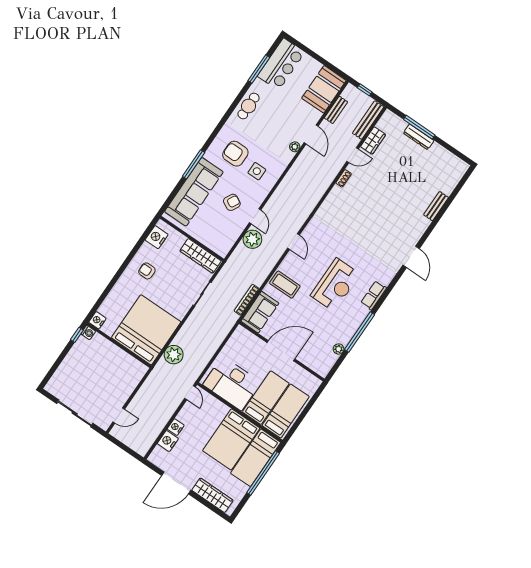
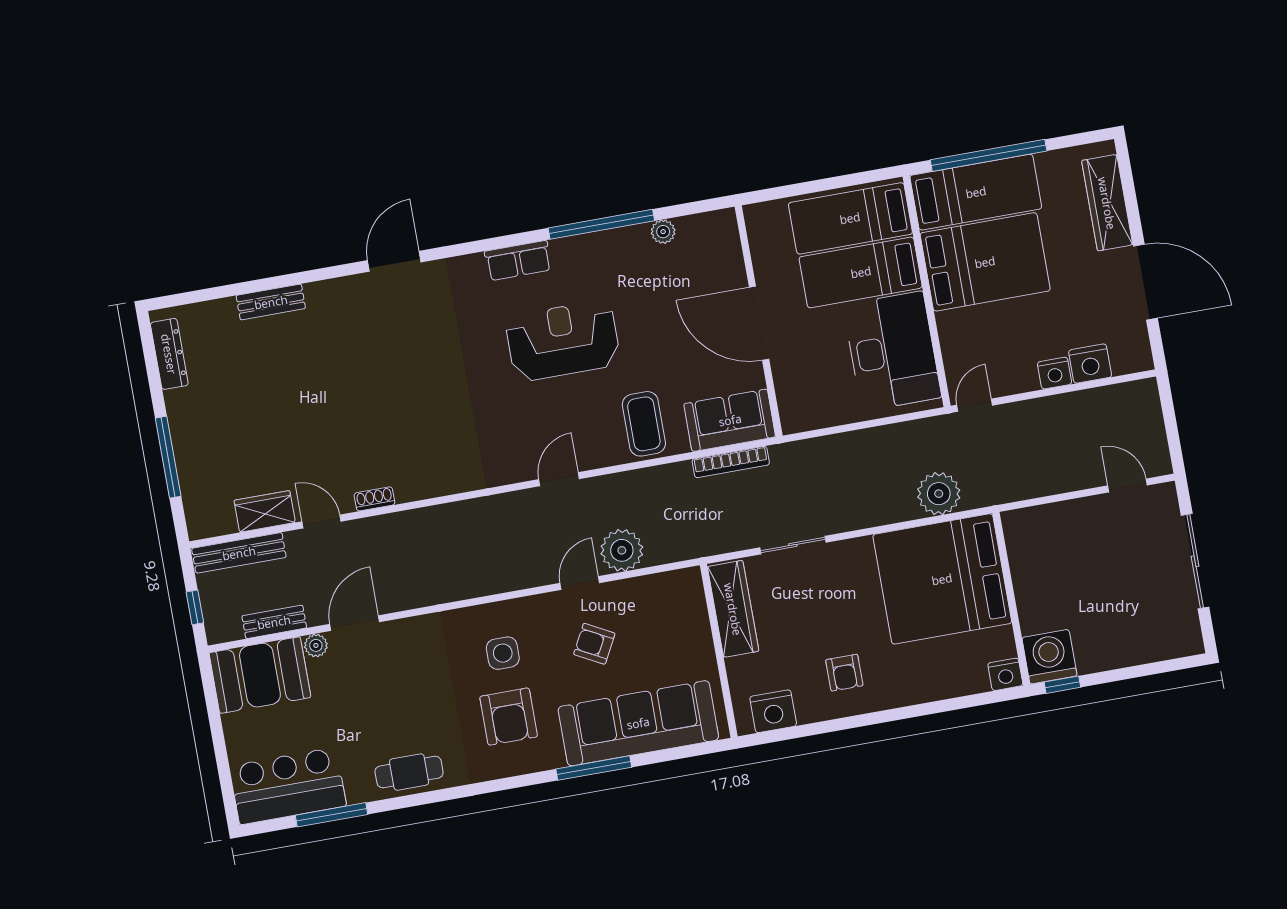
dresser: (419, 137) -> (169, 354), moved
plant: (295, 147) -> (316, 645), moved
washing machine: (88, 332) -> (1049, 657), width x1.89, depth x1.89

